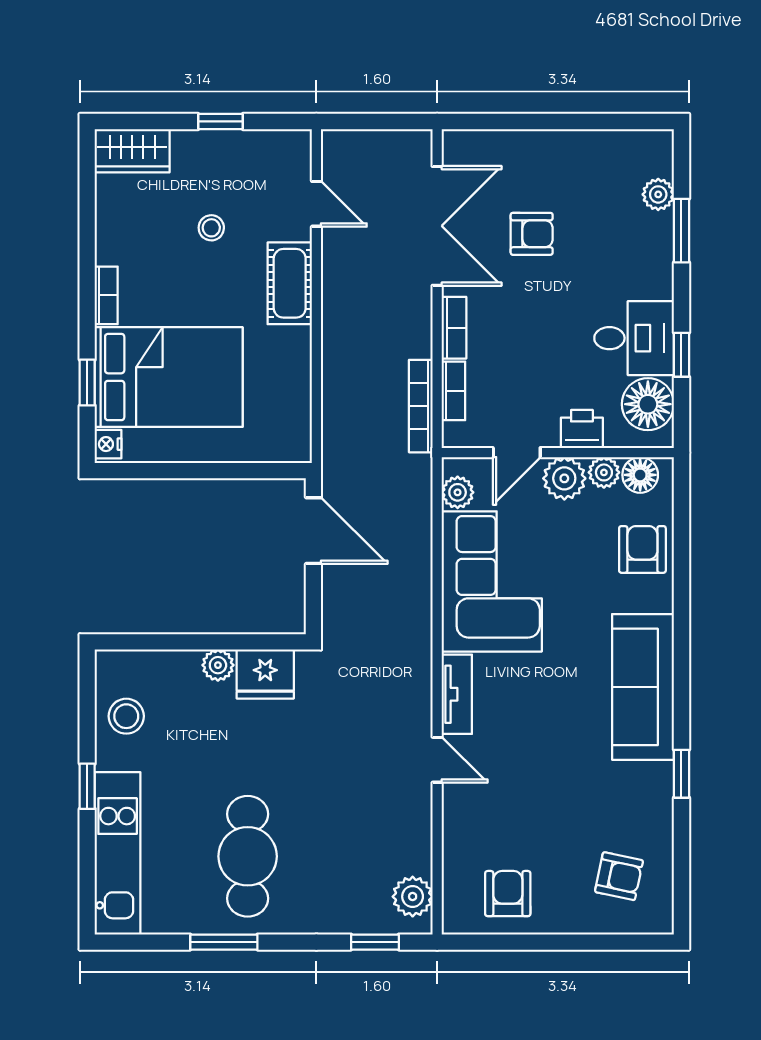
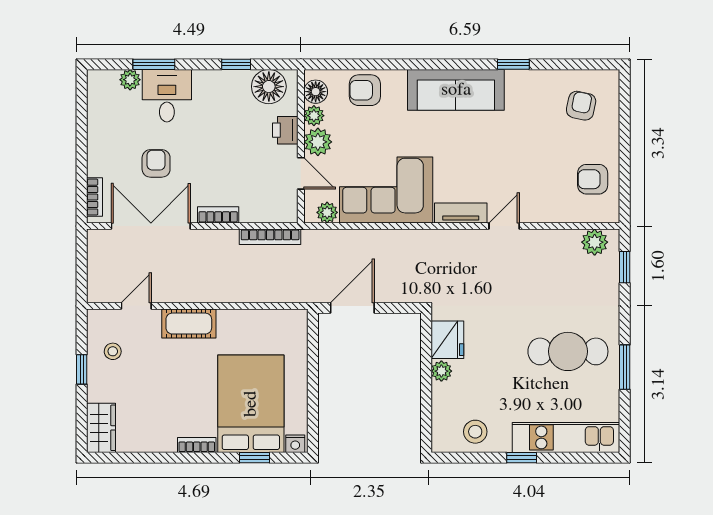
stool: (211, 228) -> (113, 351), moved
desk: (634, 338) -> (167, 96), moved
bookcase: (453, 391) -> (94, 197), moved, turned 90

